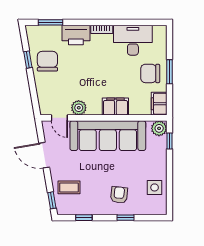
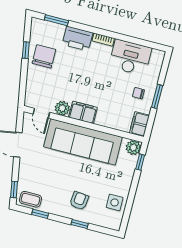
chair: (150, 73) -> (138, 93), width x0.54, depth x0.54
filing cabinet: (115, 107) -> (83, 112), moved
coffee table: (69, 187) -> (30, 199), moved

